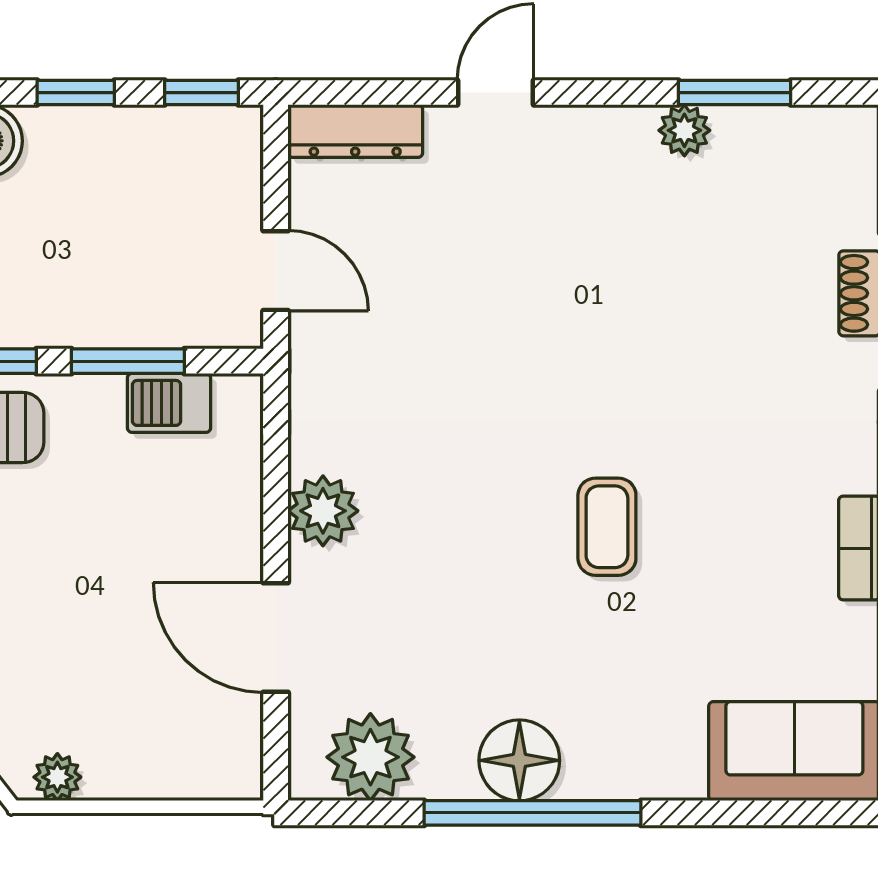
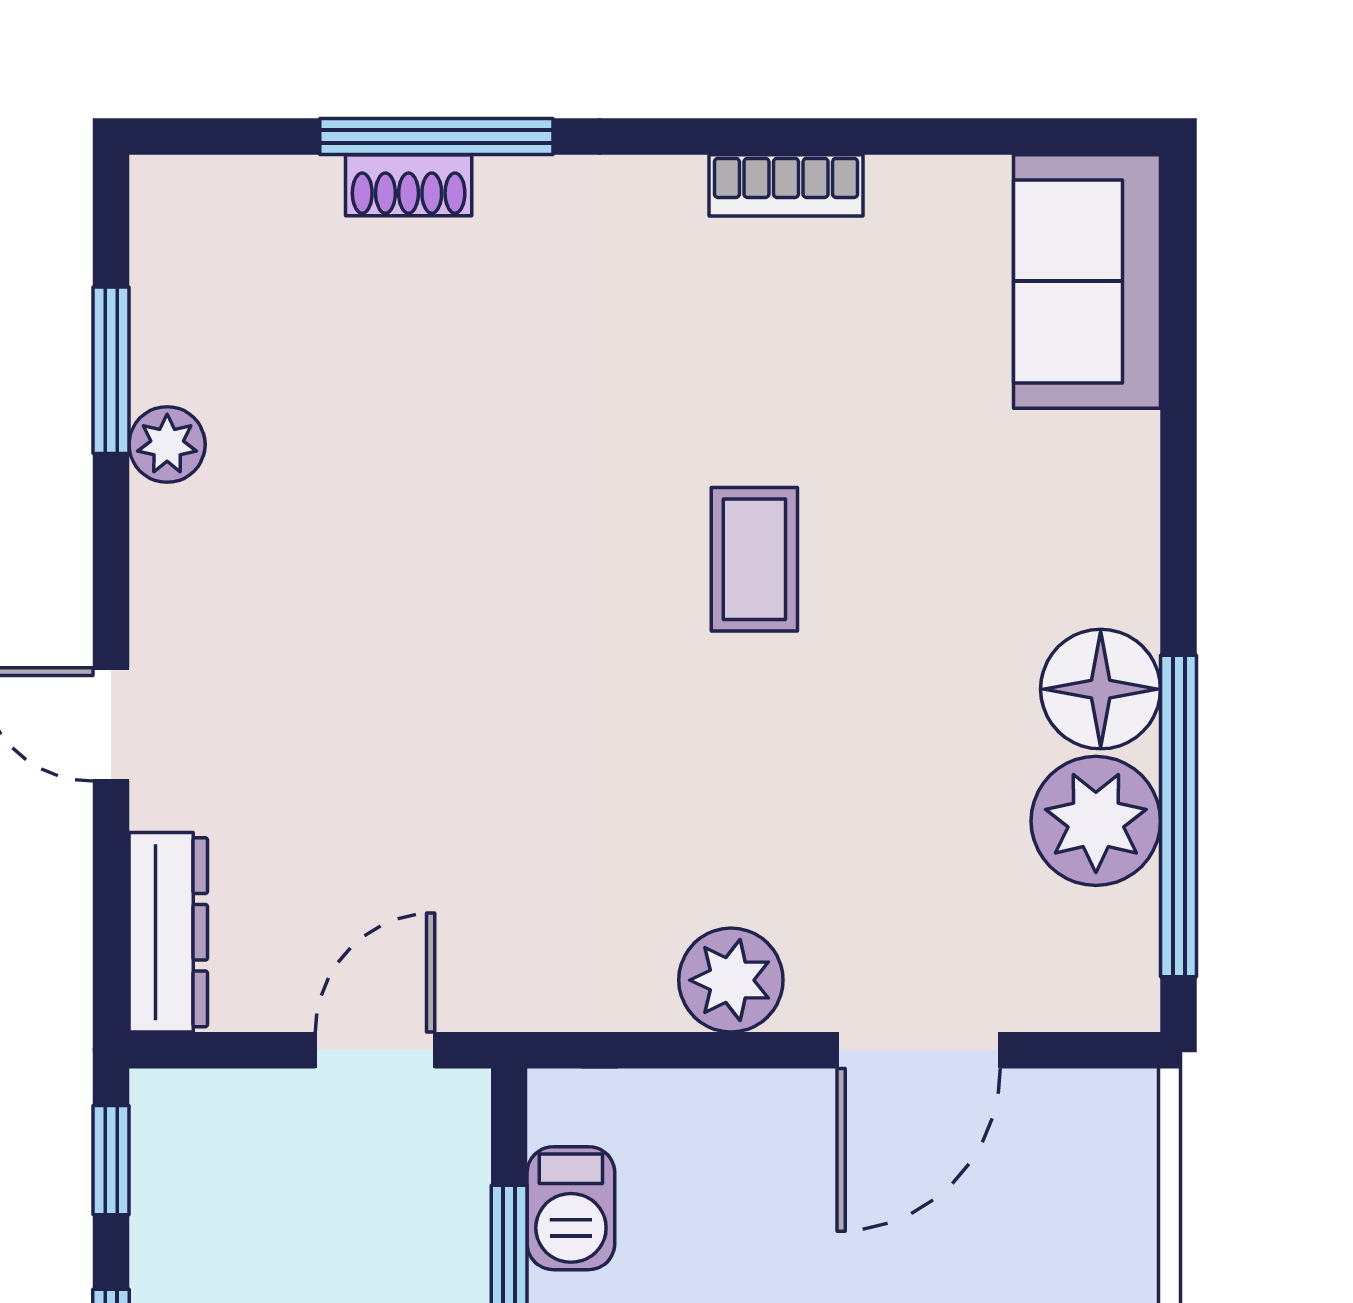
coffee table: (607, 527) -> (754, 559), turned 90
plant: (370, 757) -> (1096, 821), moved
window: (533, 813) -> (1179, 816), moved

